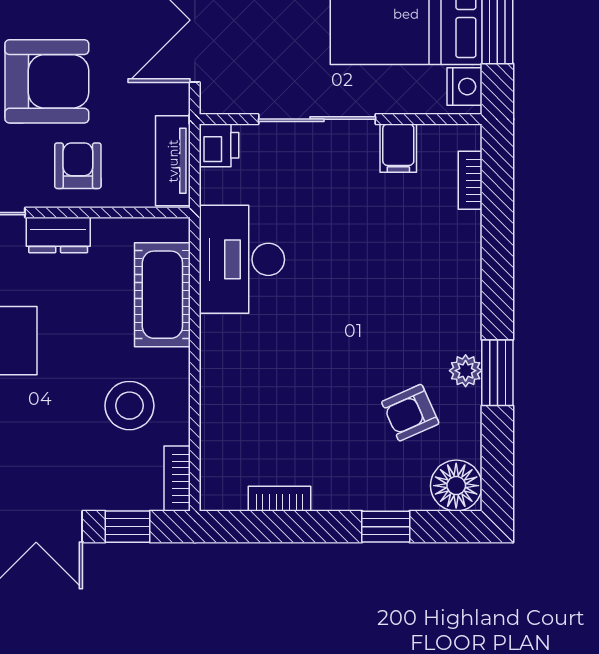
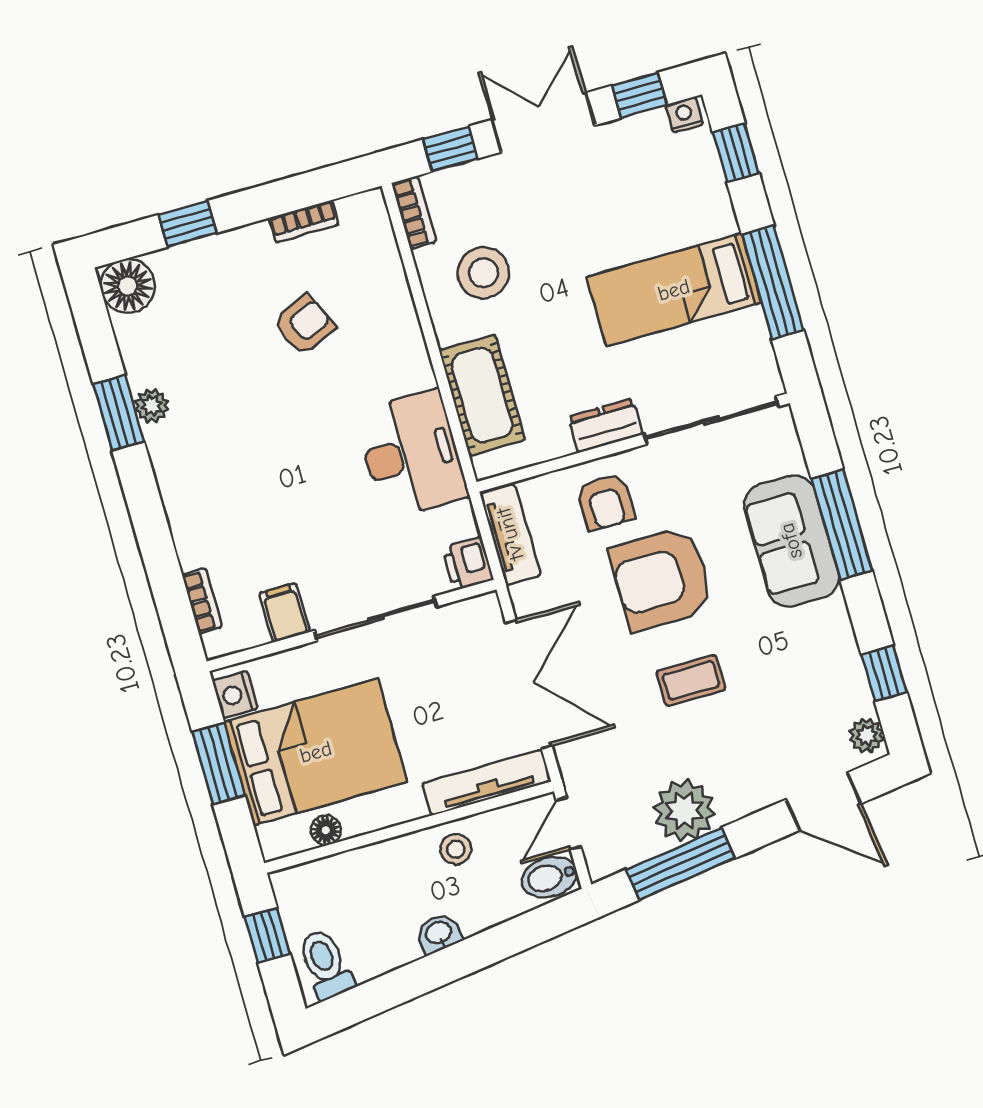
armchair: (410, 413) -> (304, 325), moved

